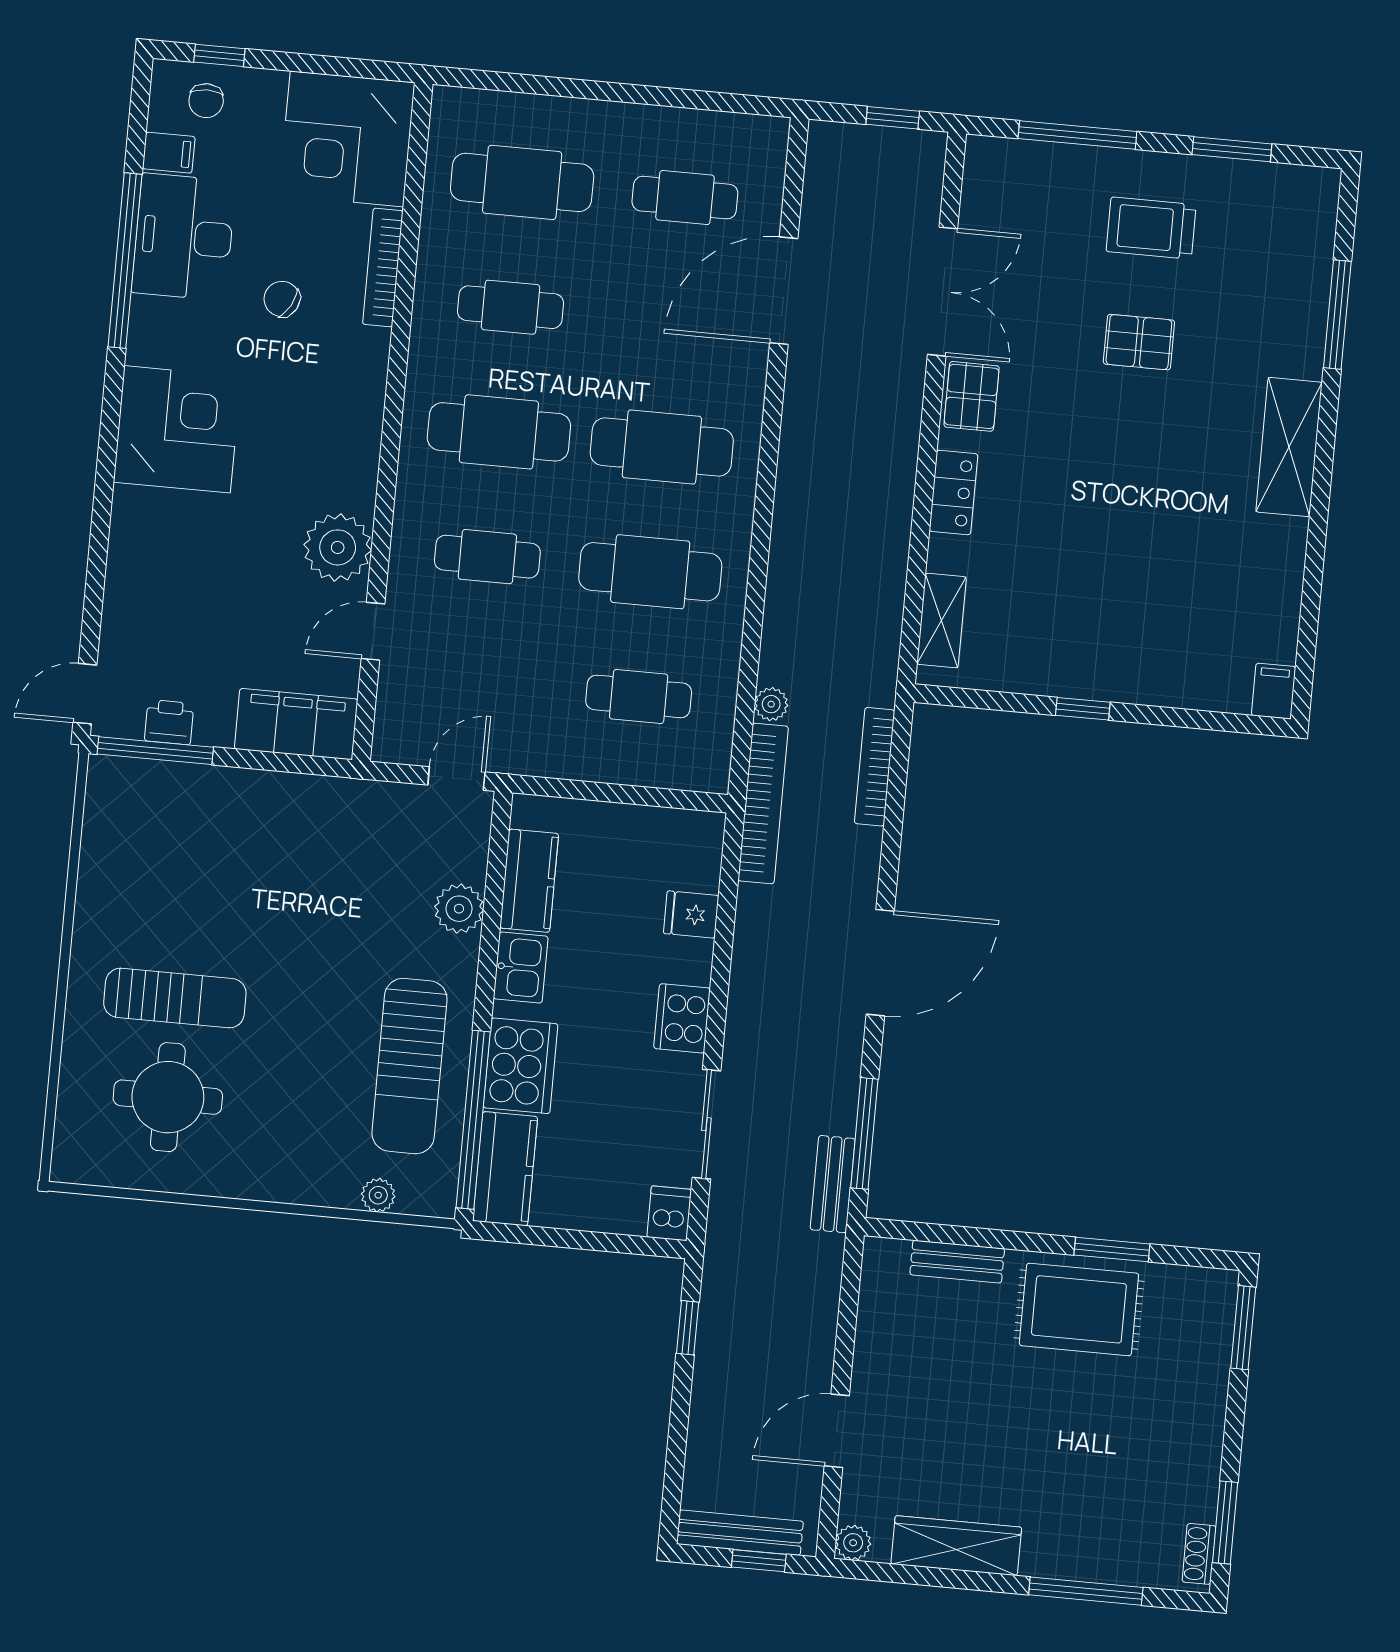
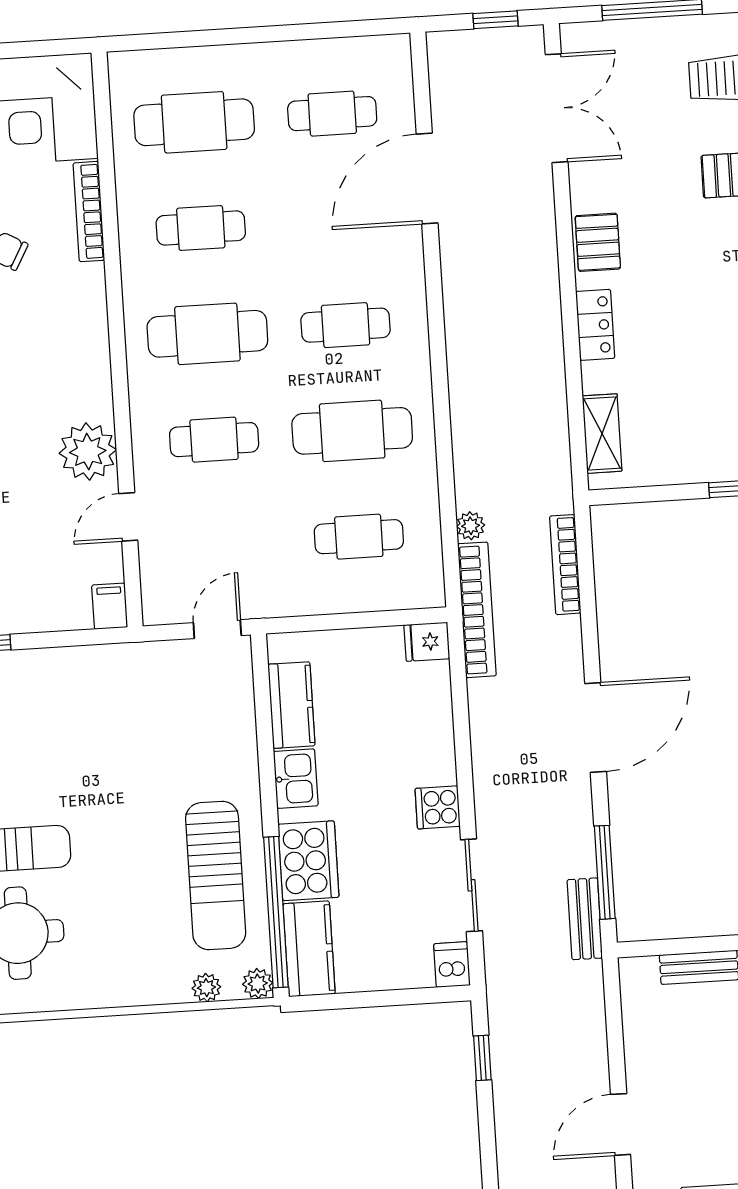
double door: (942, 292) -> (557, 108), moved
cafe table: (662, 447) -> (346, 325), width x0.73, depth x0.74
filing cabinet: (296, 724) -> (110, 606), width x0.33, depth x0.86
plant: (459, 909) -> (258, 984), moved, width x0.73, depth x0.73
fridge: (691, 915) -> (427, 642), moved
cooker: (682, 1018) -> (438, 807), width x0.73

